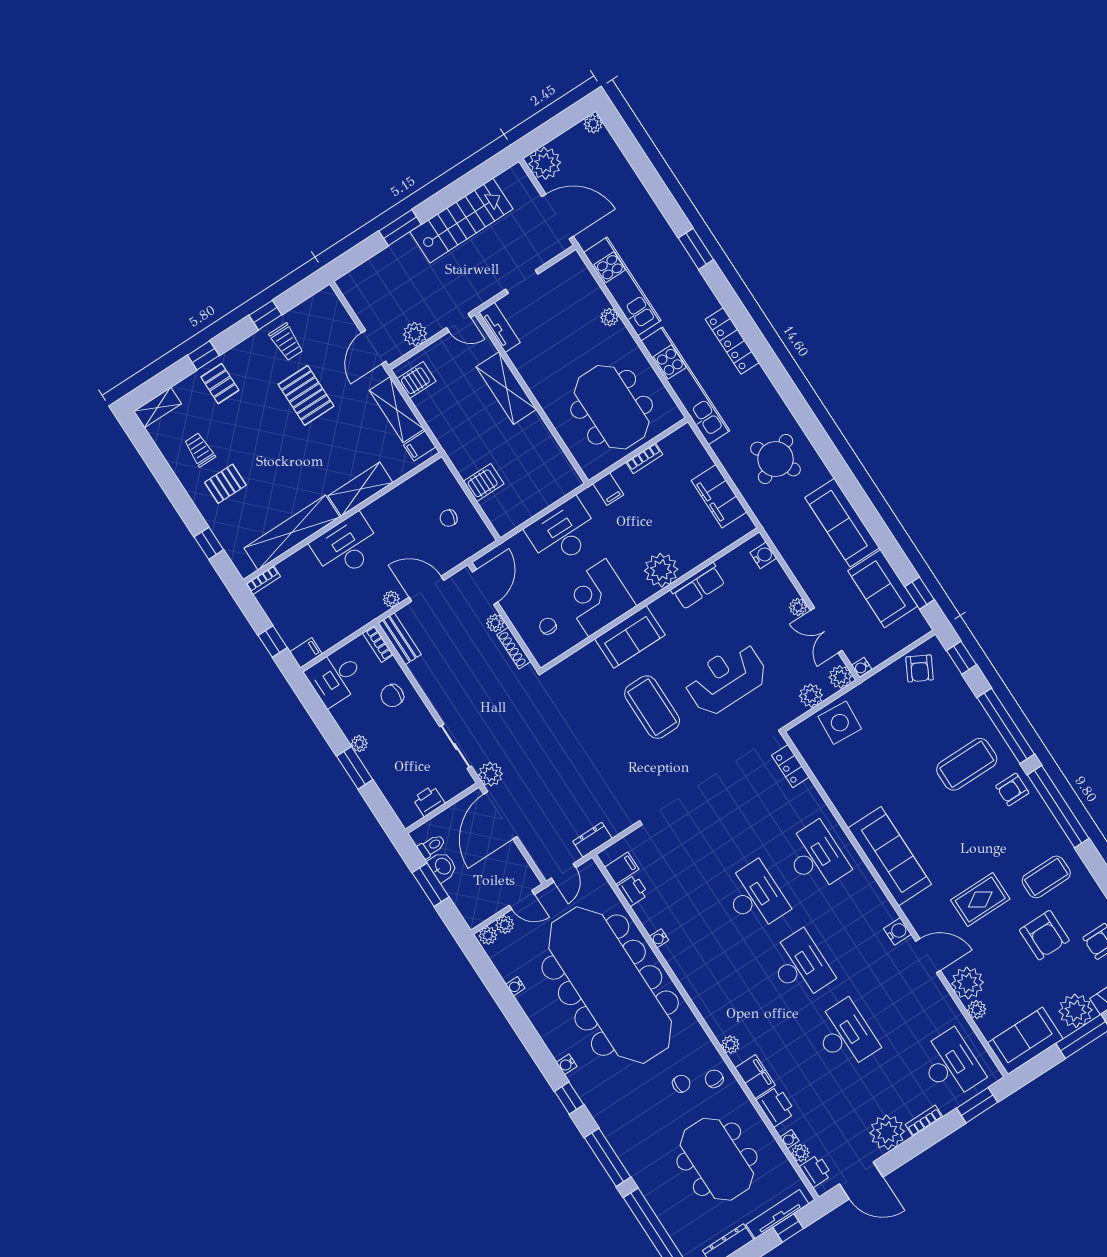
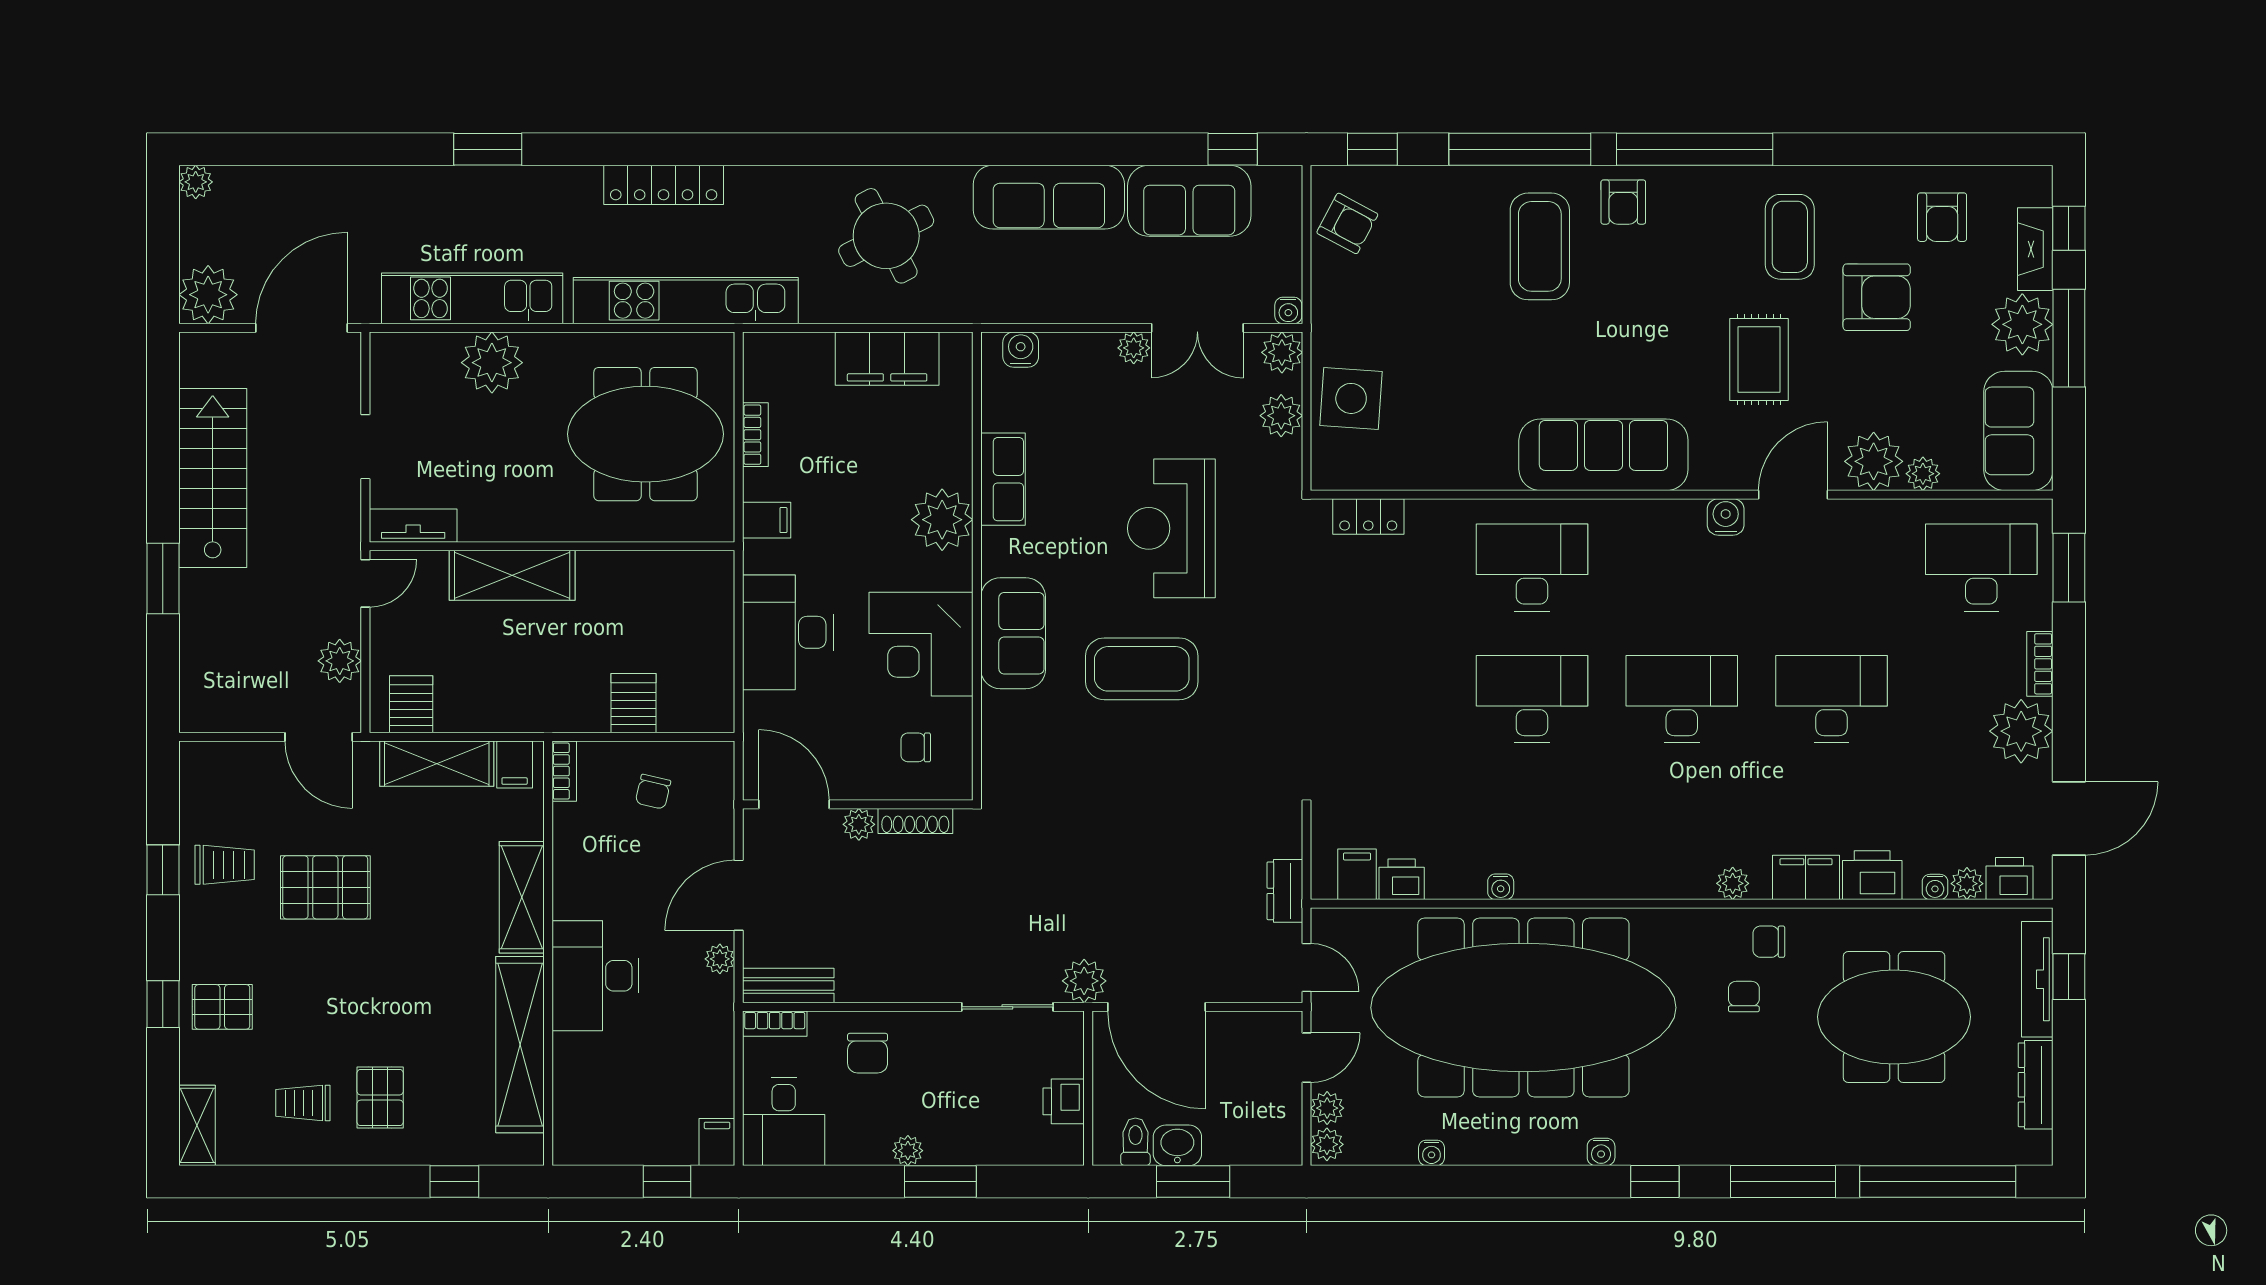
plant: (609, 317) -> (492, 363), width x1.88, depth x1.88
bookcase: (263, 580) -> (564, 771), moved

